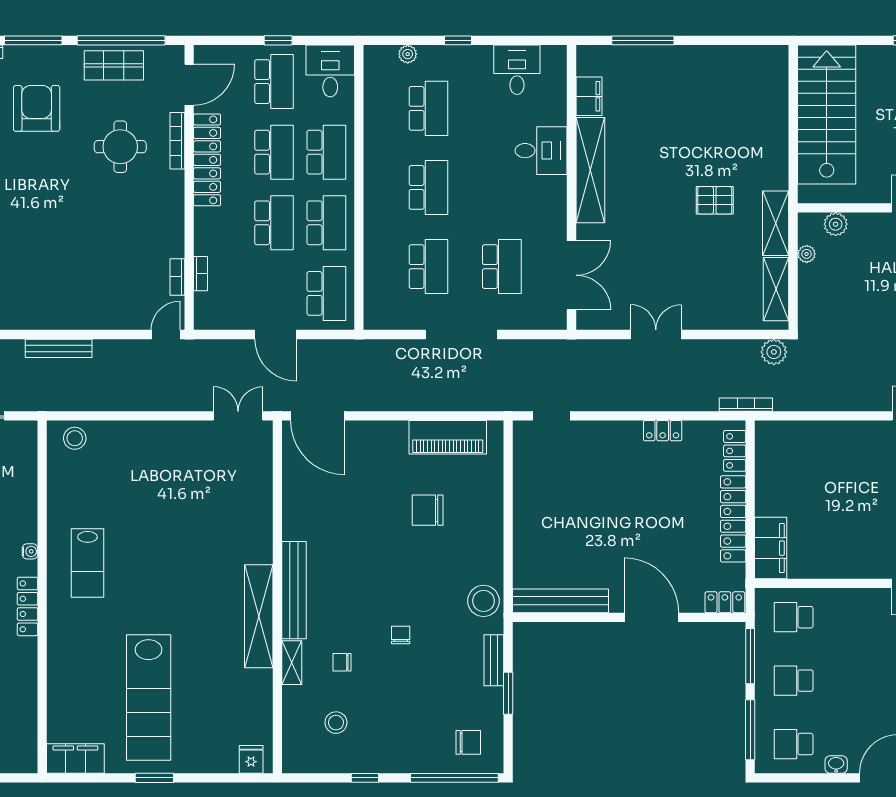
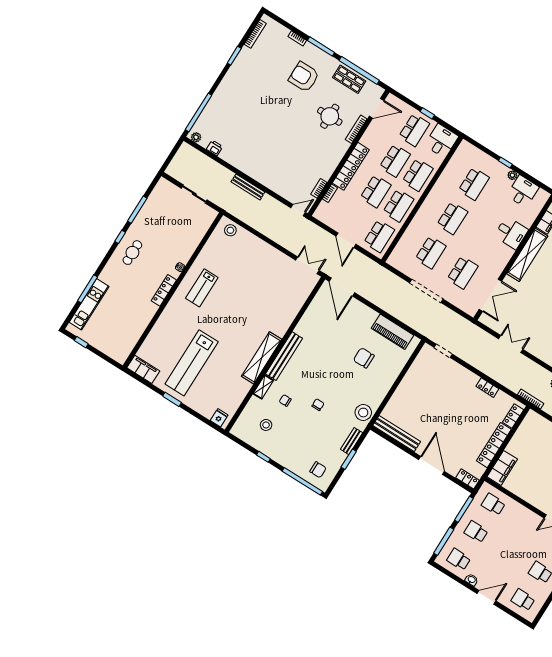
plant: (408, 54) -> (512, 175), moved
armchair: (37, 108) -> (304, 77), turned -90
locker: (207, 160) -> (351, 166), moved

